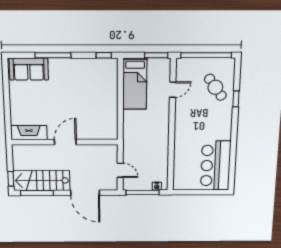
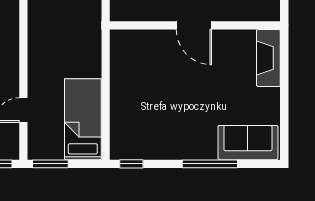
fireplace: (29, 133) -> (268, 58), moved, turned 90
door: (65, 142) -> (194, 25), hinge flipped

